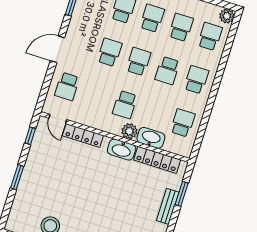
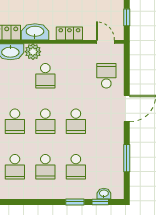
school desk: (167, 71) -> (15, 121), turned 180
school desk: (125, 105) -> (45, 76), turned 180
locker: (83, 135) -> (69, 34), width x0.66

